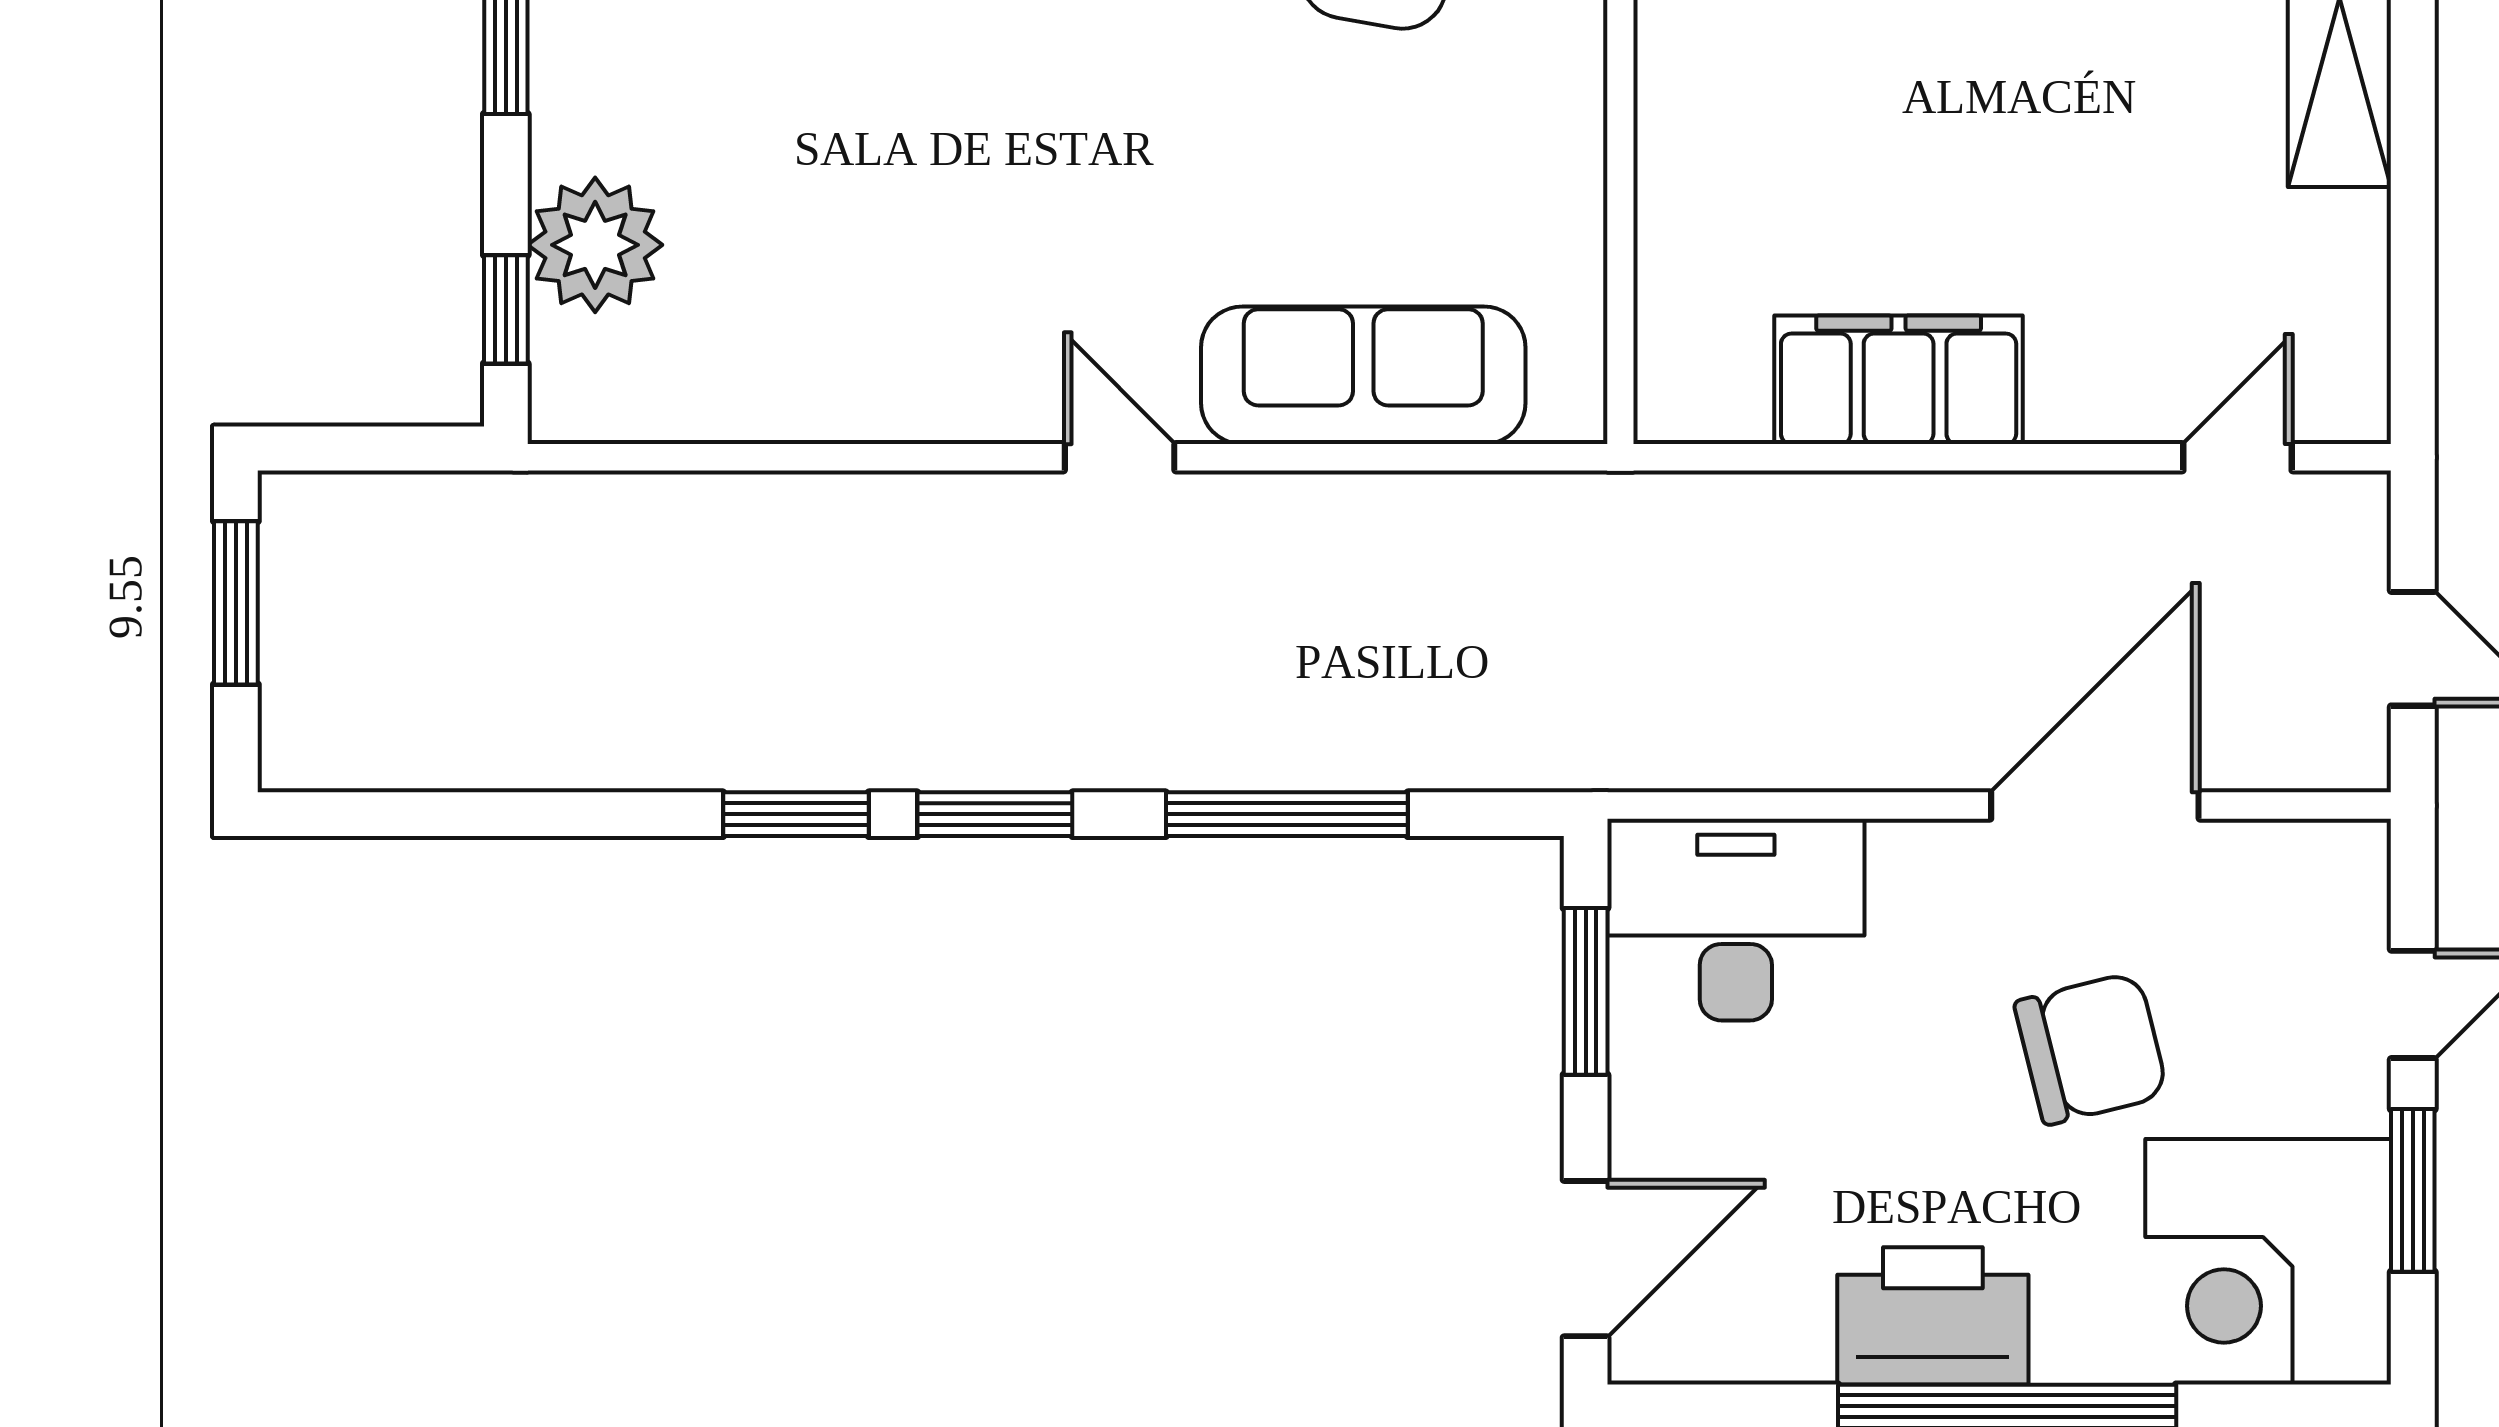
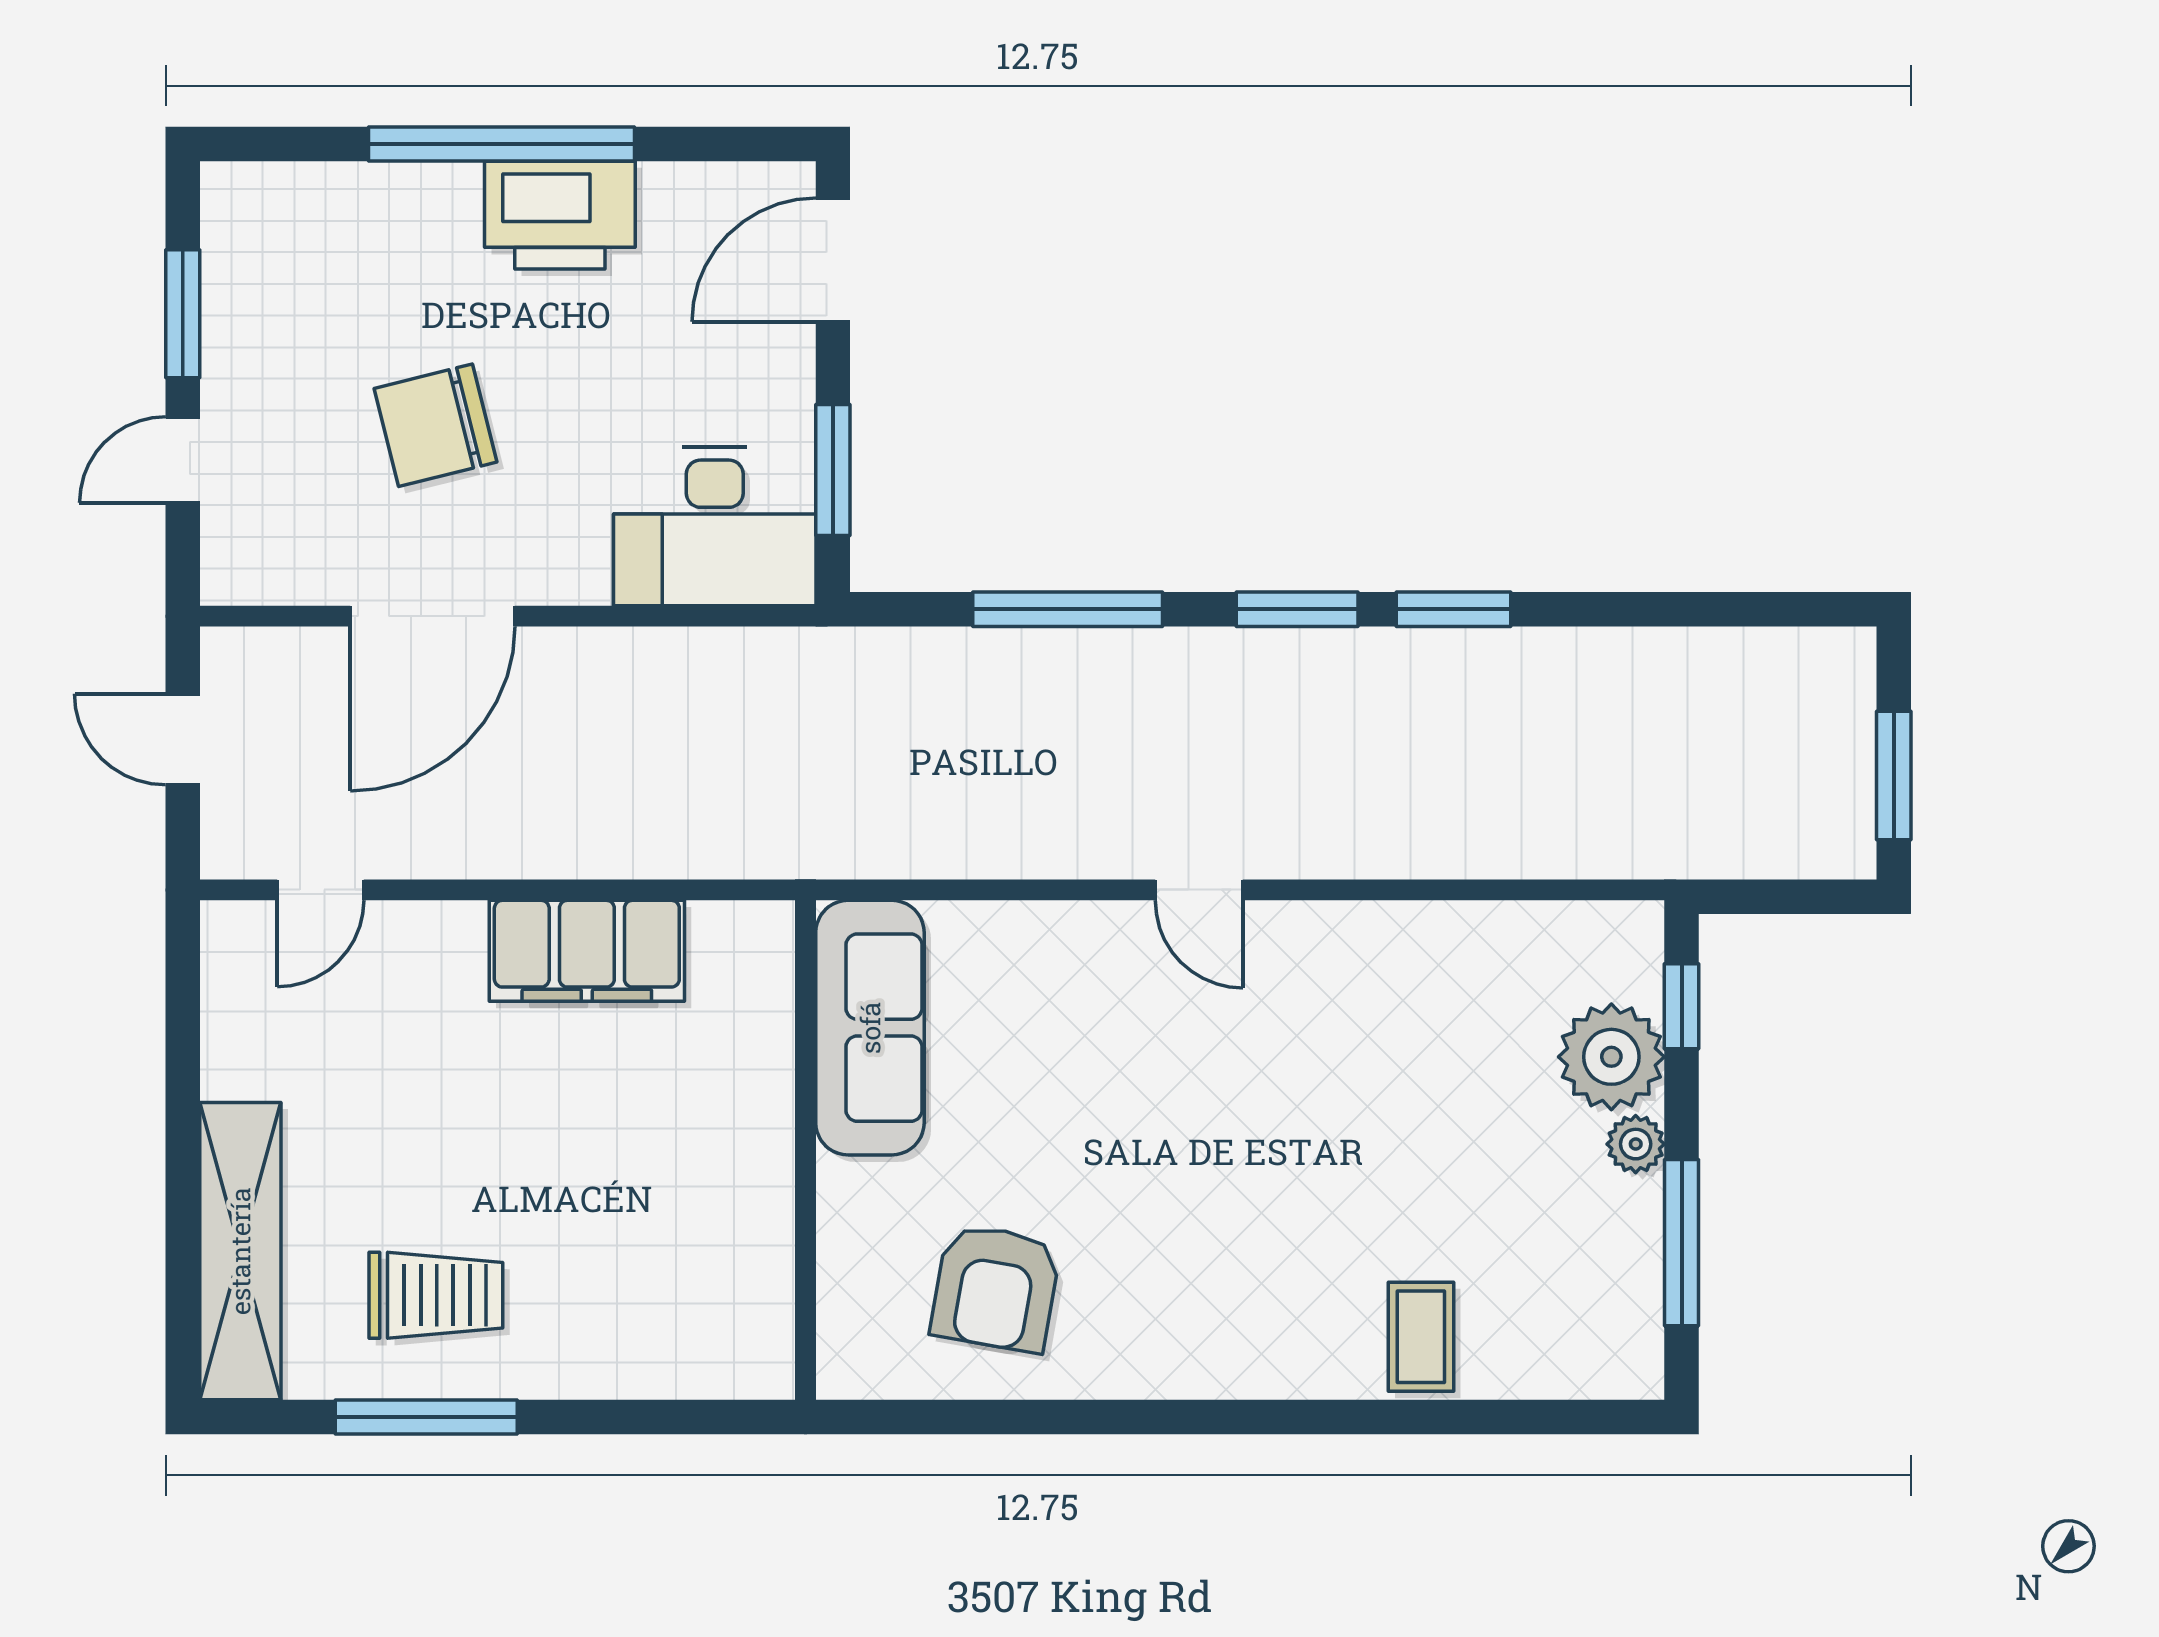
plant: (564, 134) -> (1636, 1144), added
sofa: (1363, 375) -> (870, 1028), moved, turned -90
corner desk: (2268, 1262) -> (296, 258), removed

